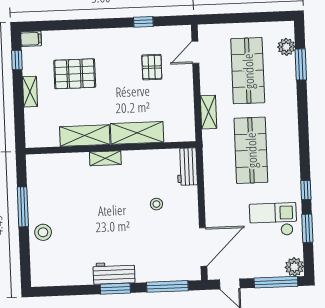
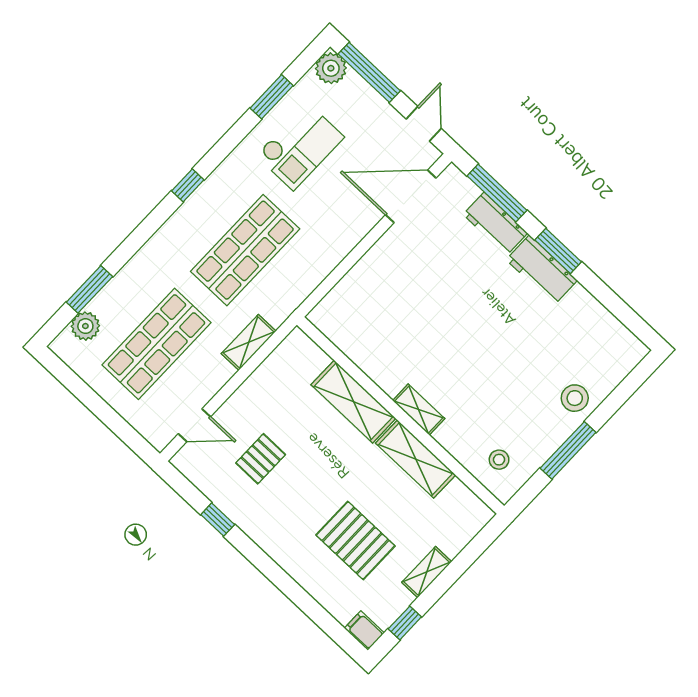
workbench: (187, 167) -> (495, 224), moved, turned 90
window: (306, 190) -> (188, 185), moved
stool: (156, 204) -> (499, 460), moved
checkout: (273, 220) -> (300, 146), turned -90

